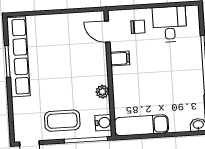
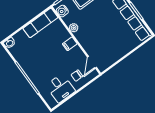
door: (107, 32) -> (92, 62), swing flipped
filing cabinet: (120, 58) -> (70, 44), moved

